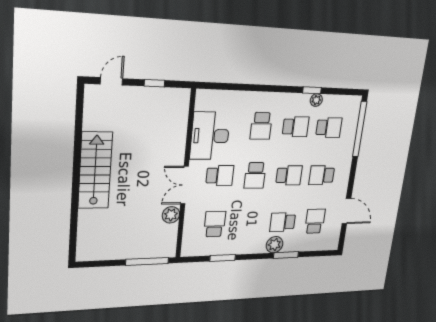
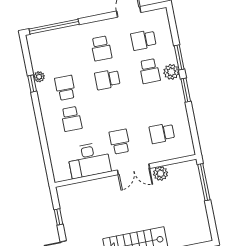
school desk: (261, 126) -> (71, 119), turned 90
school desk: (329, 128) -> (59, 57), removed
school desk: (255, 175) -> (114, 111), removed
school desk: (289, 175) -> (107, 79), turned -90
window: (223, 258) -> (186, 90), moved

